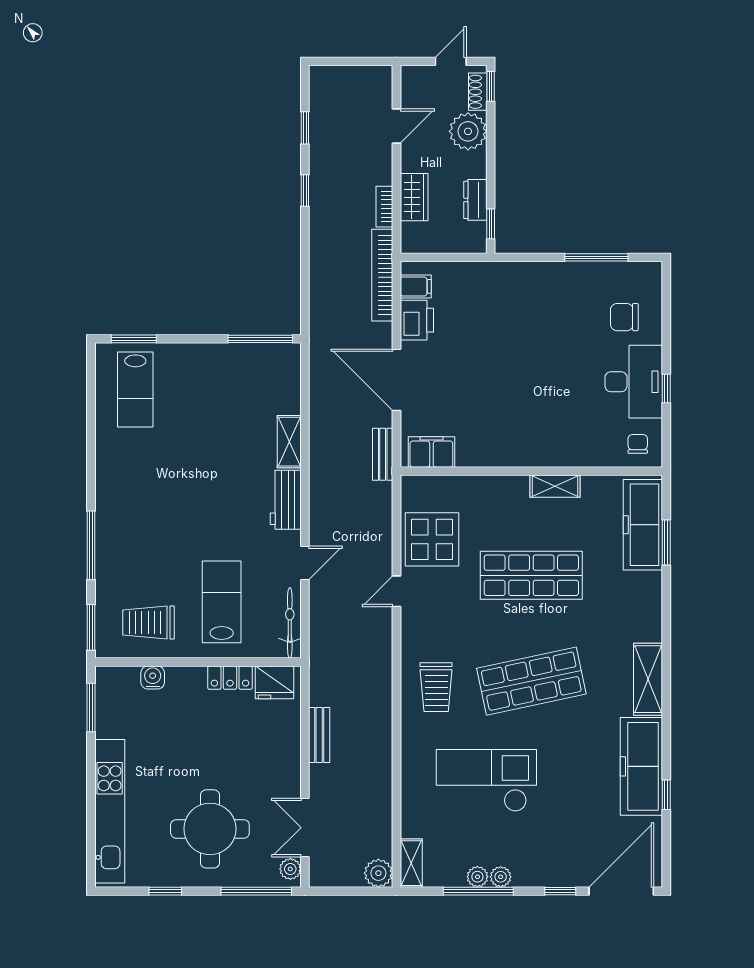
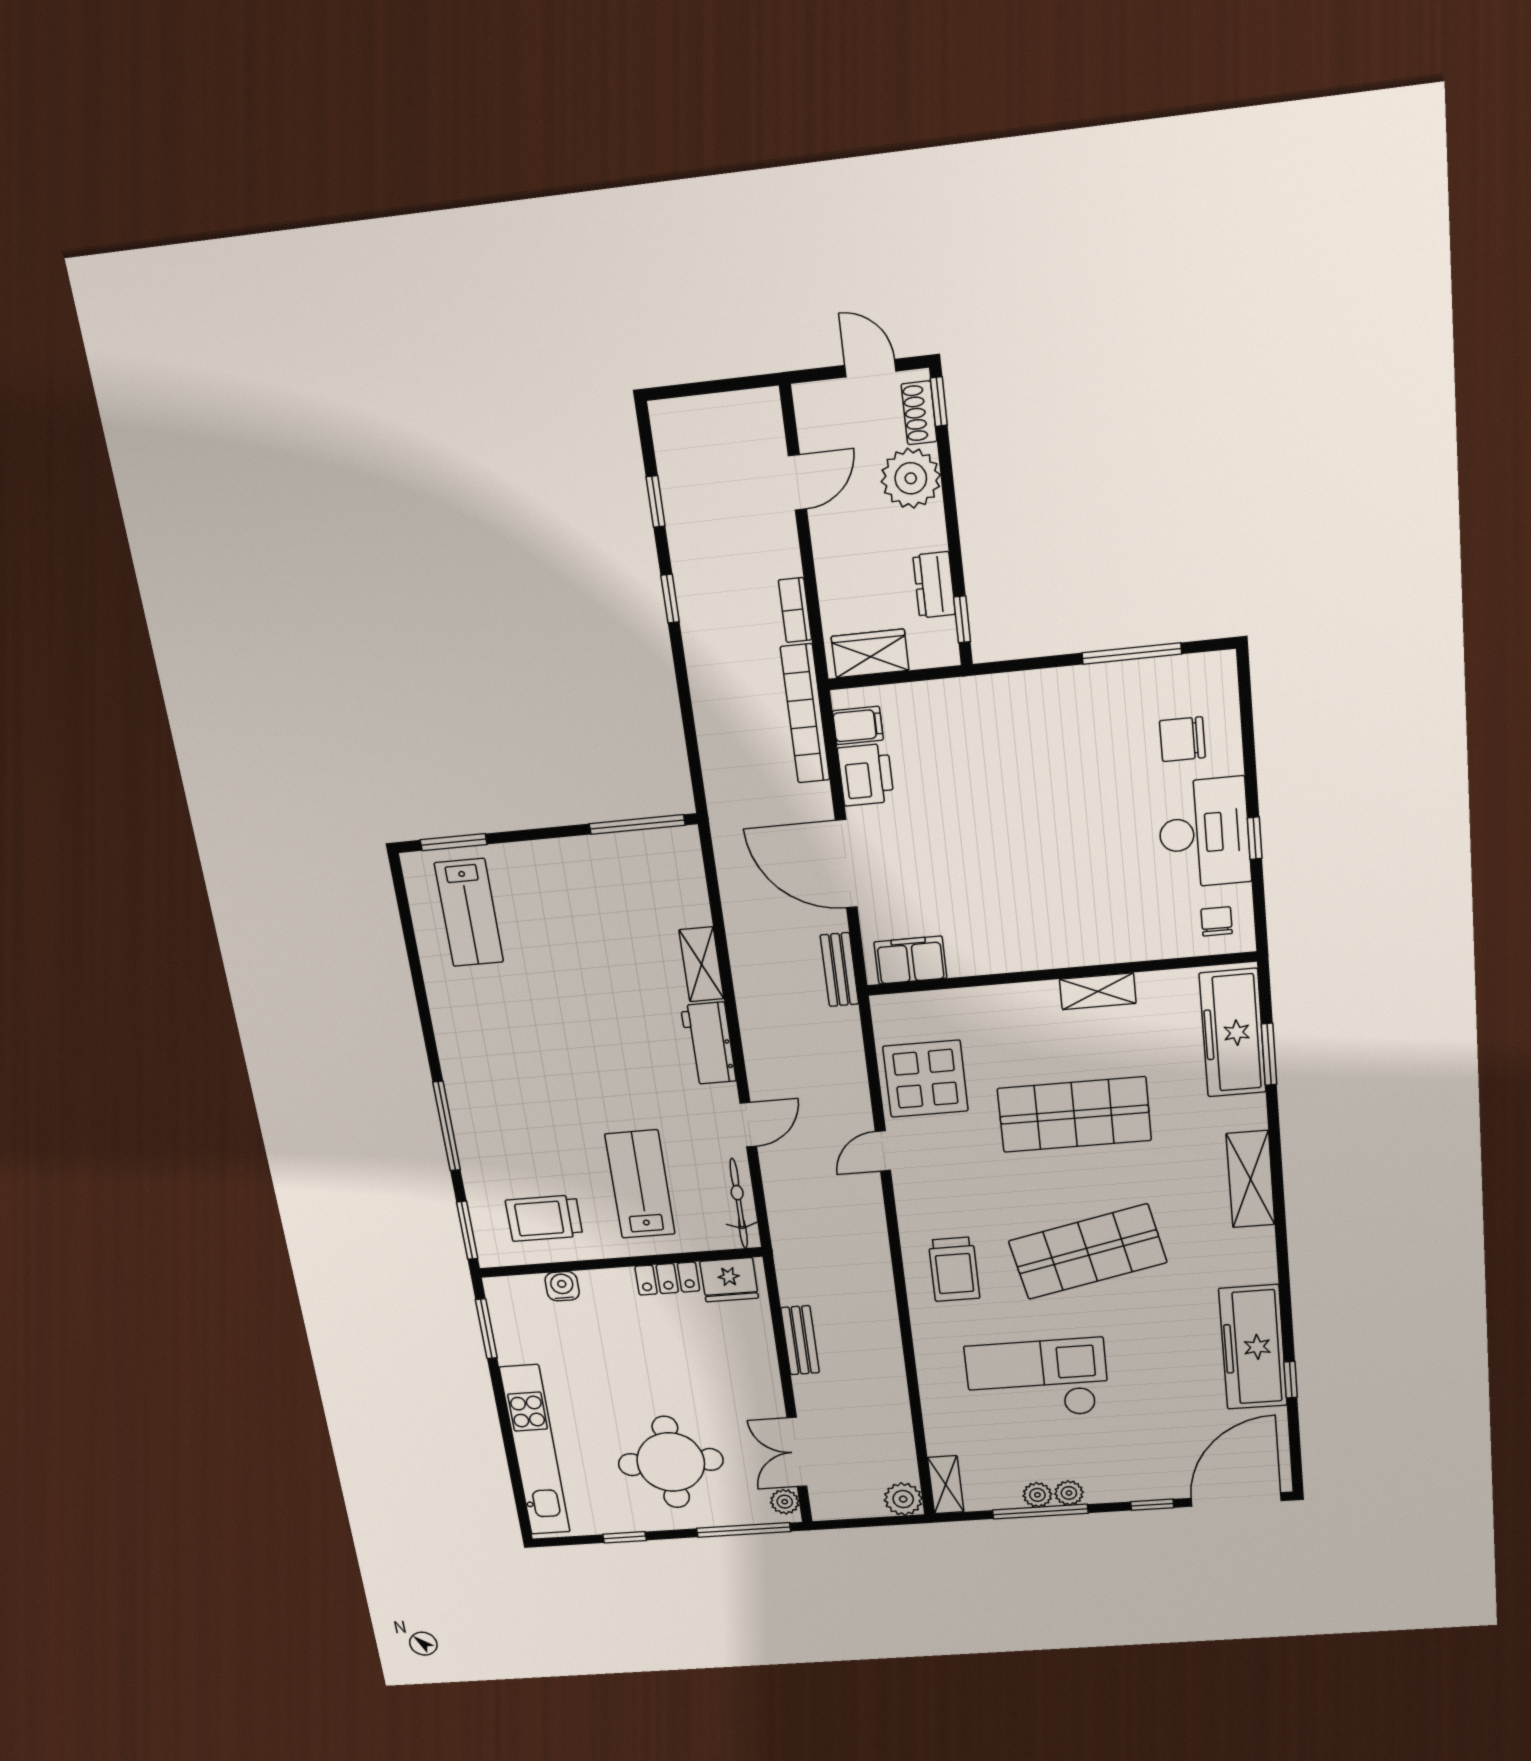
door: (451, 61) -> (870, 368), hinge flipped
wardrobe: (414, 197) -> (870, 653), moved, turned -90
shelving: (648, 679) -> (1251, 1179), moved

